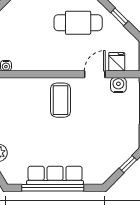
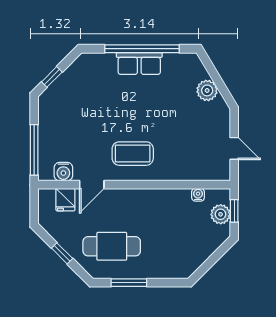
coffee table: (61, 100) -> (133, 154), turned 90
row of seats: (55, 175) -> (139, 63), width x0.68

